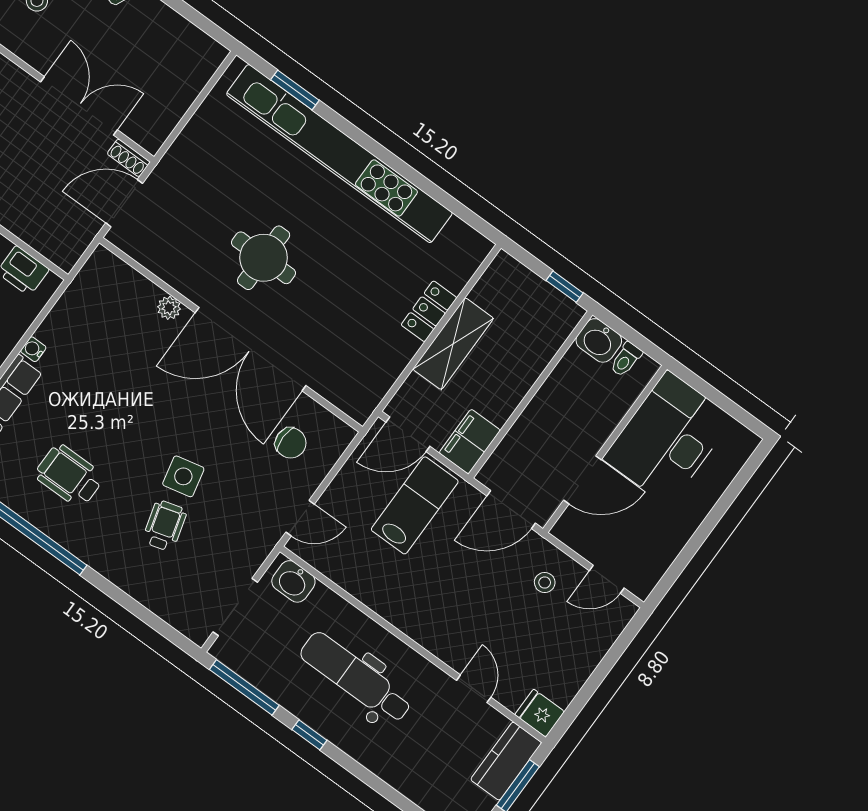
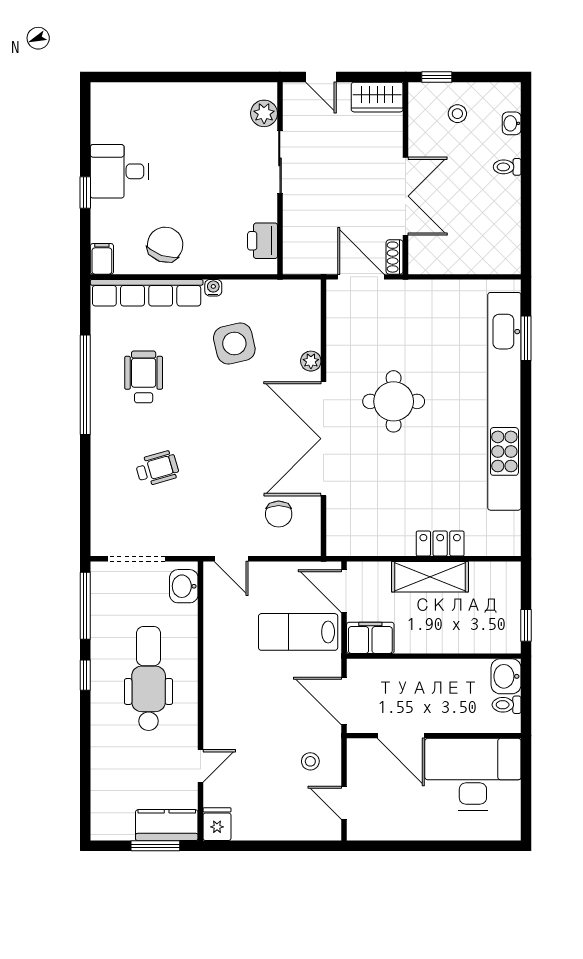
side table: (183, 476) -> (234, 344), moved, width x1.37, depth x1.37
lab bench: (415, 505) -> (298, 632), turned 180

